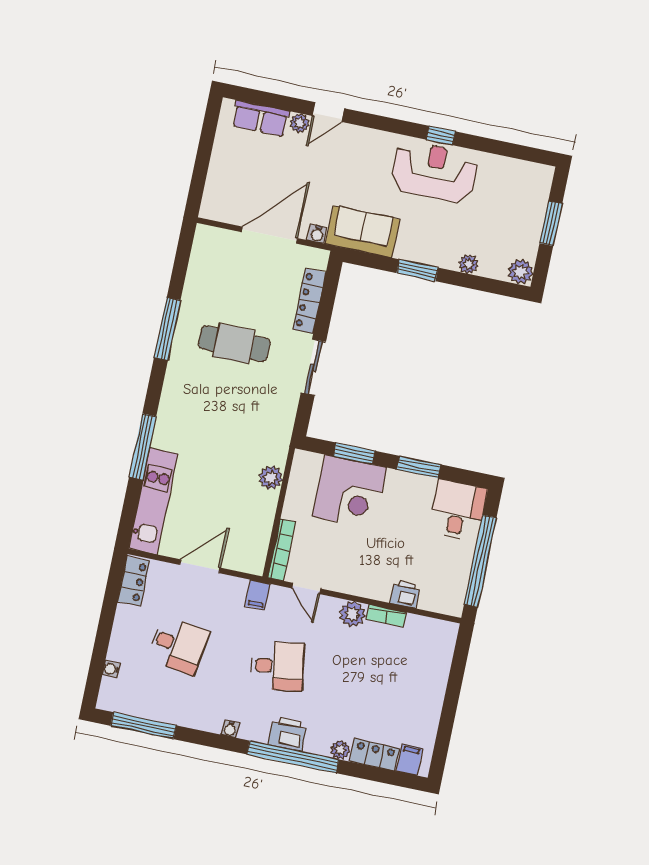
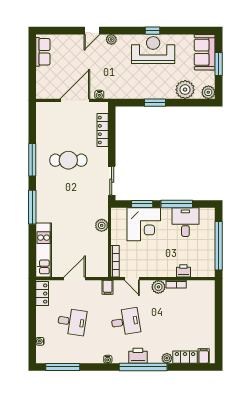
row of seats: (261, 118) -> (43, 52), moved, turned -90
plant: (300, 123) -> (111, 39), moved
sofa: (363, 232) -> (205, 52), moved, turned -90
plant: (469, 264) -> (185, 90), width x1.88, depth x1.88
sliding door: (313, 367) -> (112, 181), moved
window: (143, 447) -> (32, 207), moved
window: (419, 467) -> (177, 204), width x1.44
desk: (458, 510) -> (185, 222), moved

